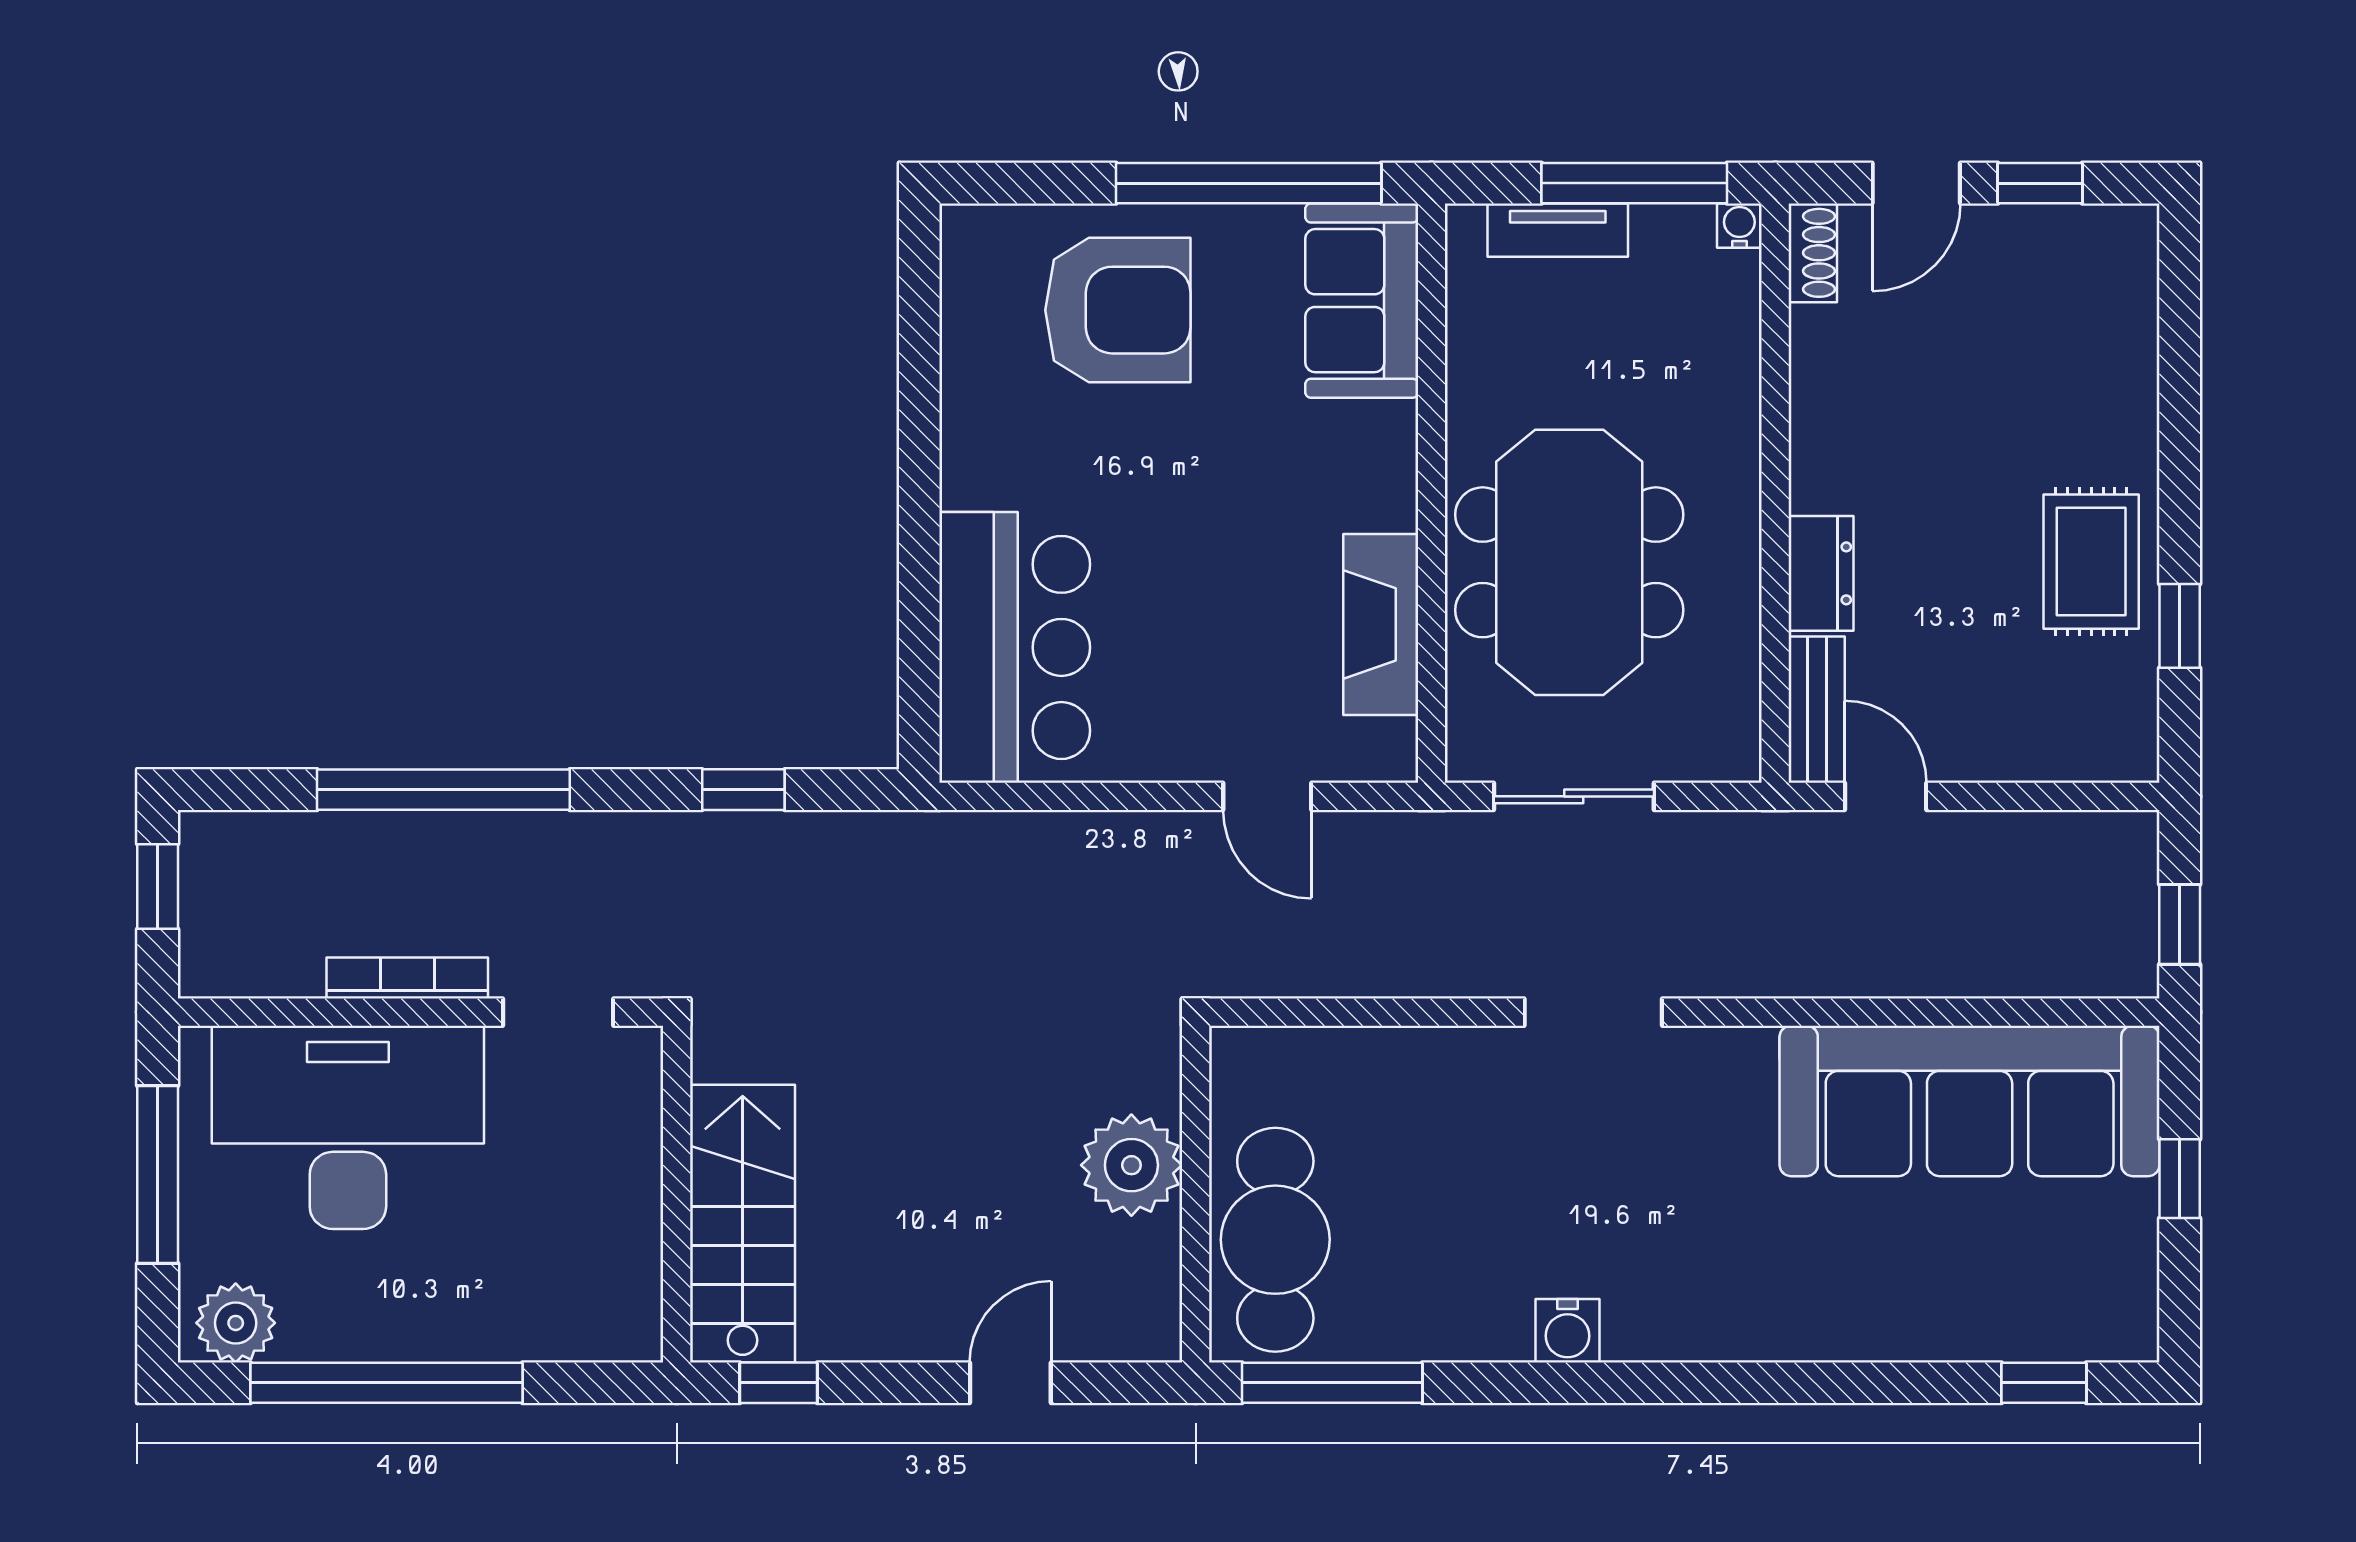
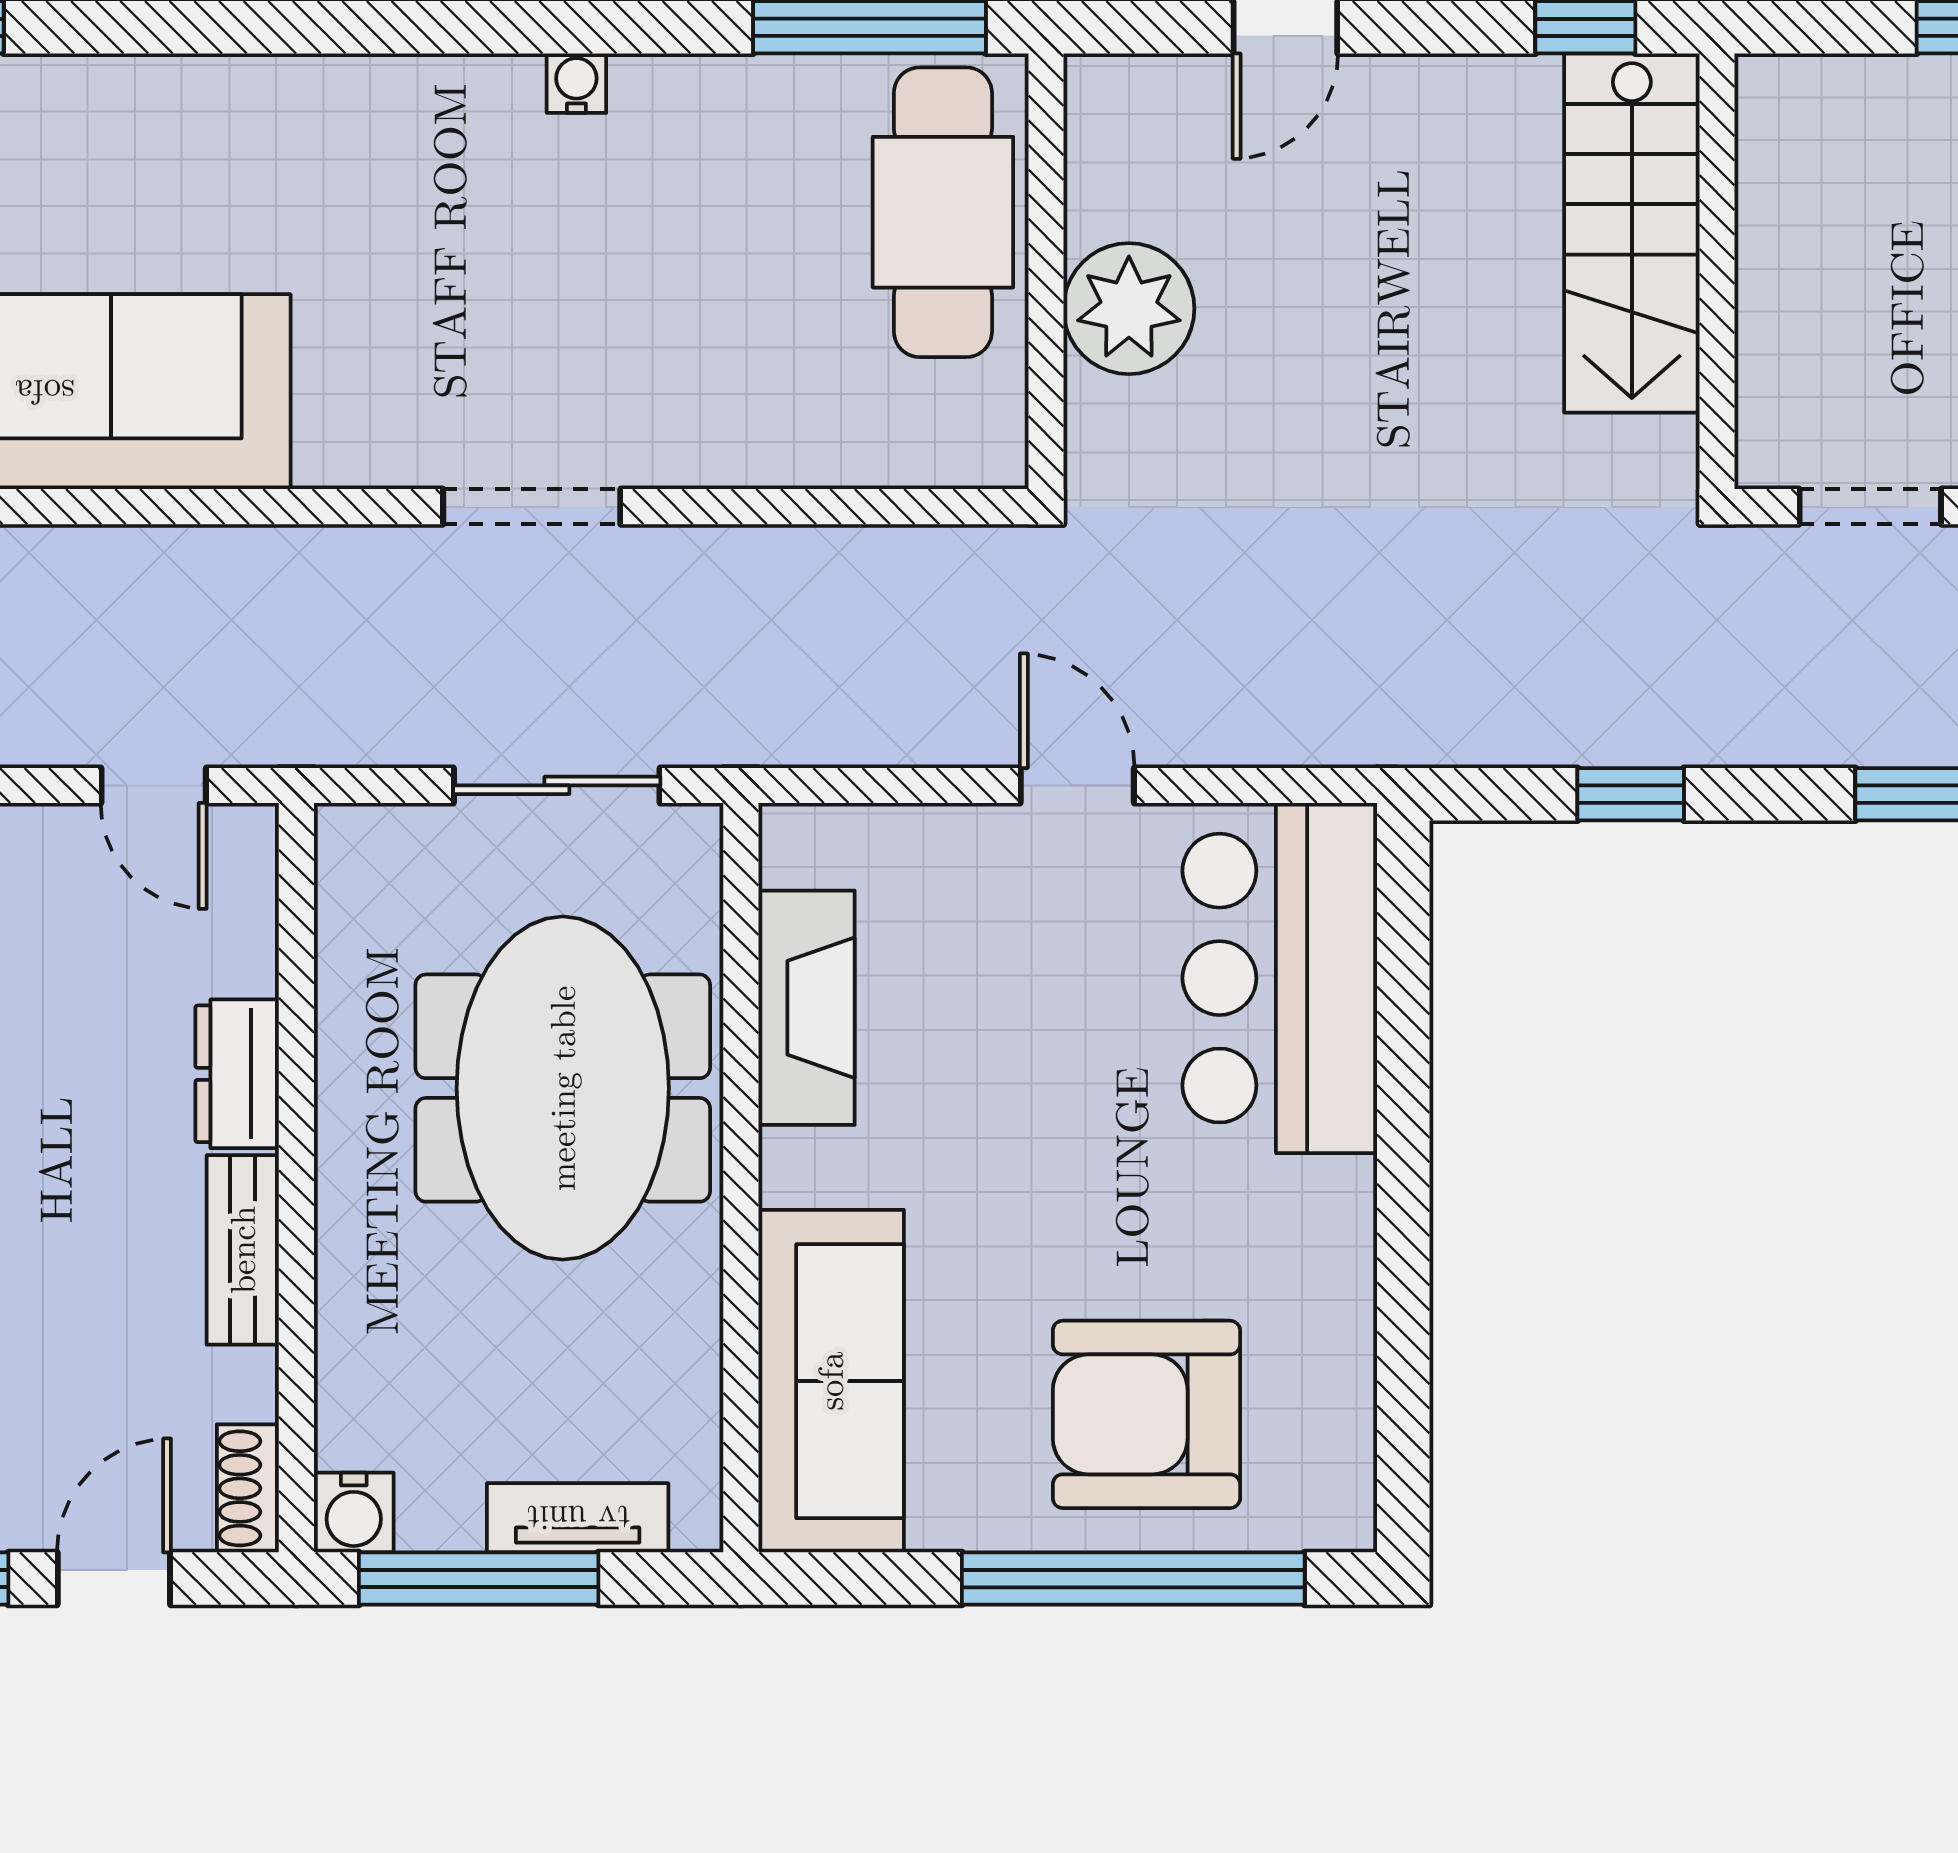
window: (1249, 183) -> (1133, 1579), moved
water cooler: (1739, 226) -> (354, 1513), width x1.38, depth x1.38
sofa: (1362, 301) -> (831, 1381), width x1.36
bench: (1817, 710) -> (243, 1250), moved
door: (1267, 796) -> (1077, 785), moved
water cooler: (1567, 1331) -> (576, 83), width x0.72, depth x0.72

